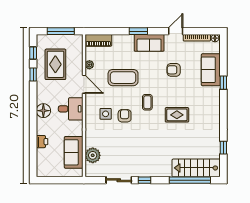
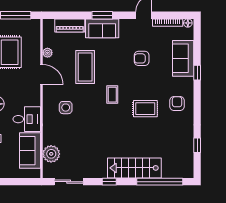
piano: (98, 40) -> (70, 25), moved
sofa: (149, 43) -> (102, 28), moved
coffee table: (123, 78) -> (85, 67), turned 90
desk: (71, 109) -> (27, 119), moved
armchair: (125, 116) -> (177, 103), moved
stairs: (196, 168) -> (134, 168), moved
sliding door: (119, 180) -> (69, 182), moved

